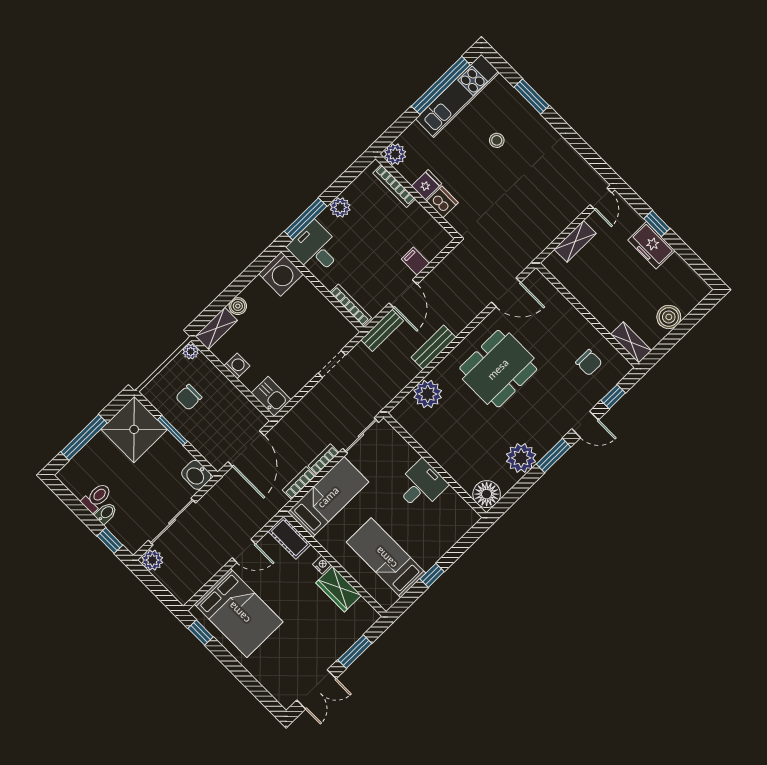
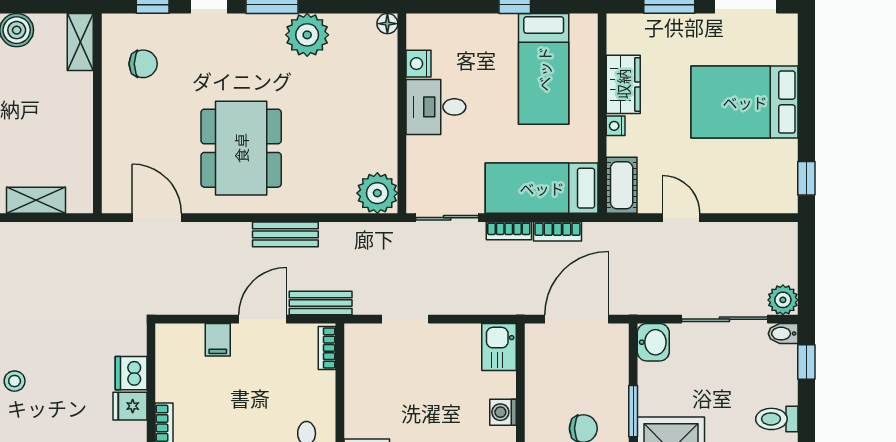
bookcase: (351, 305) -> (327, 348), width x0.64
chair: (589, 363) -> (143, 64), turned 90
dining table: (498, 369) -> (241, 148), turned 90
plant: (428, 394) -> (377, 193), moved
floor lamp: (487, 494) -> (387, 24), width x0.53, depth x0.53
nightstand: (451, 498) -> (418, 64), added
bidet: (106, 513) -> (783, 334), moved
bed: (239, 613) -> (745, 102), moved, turned -90

